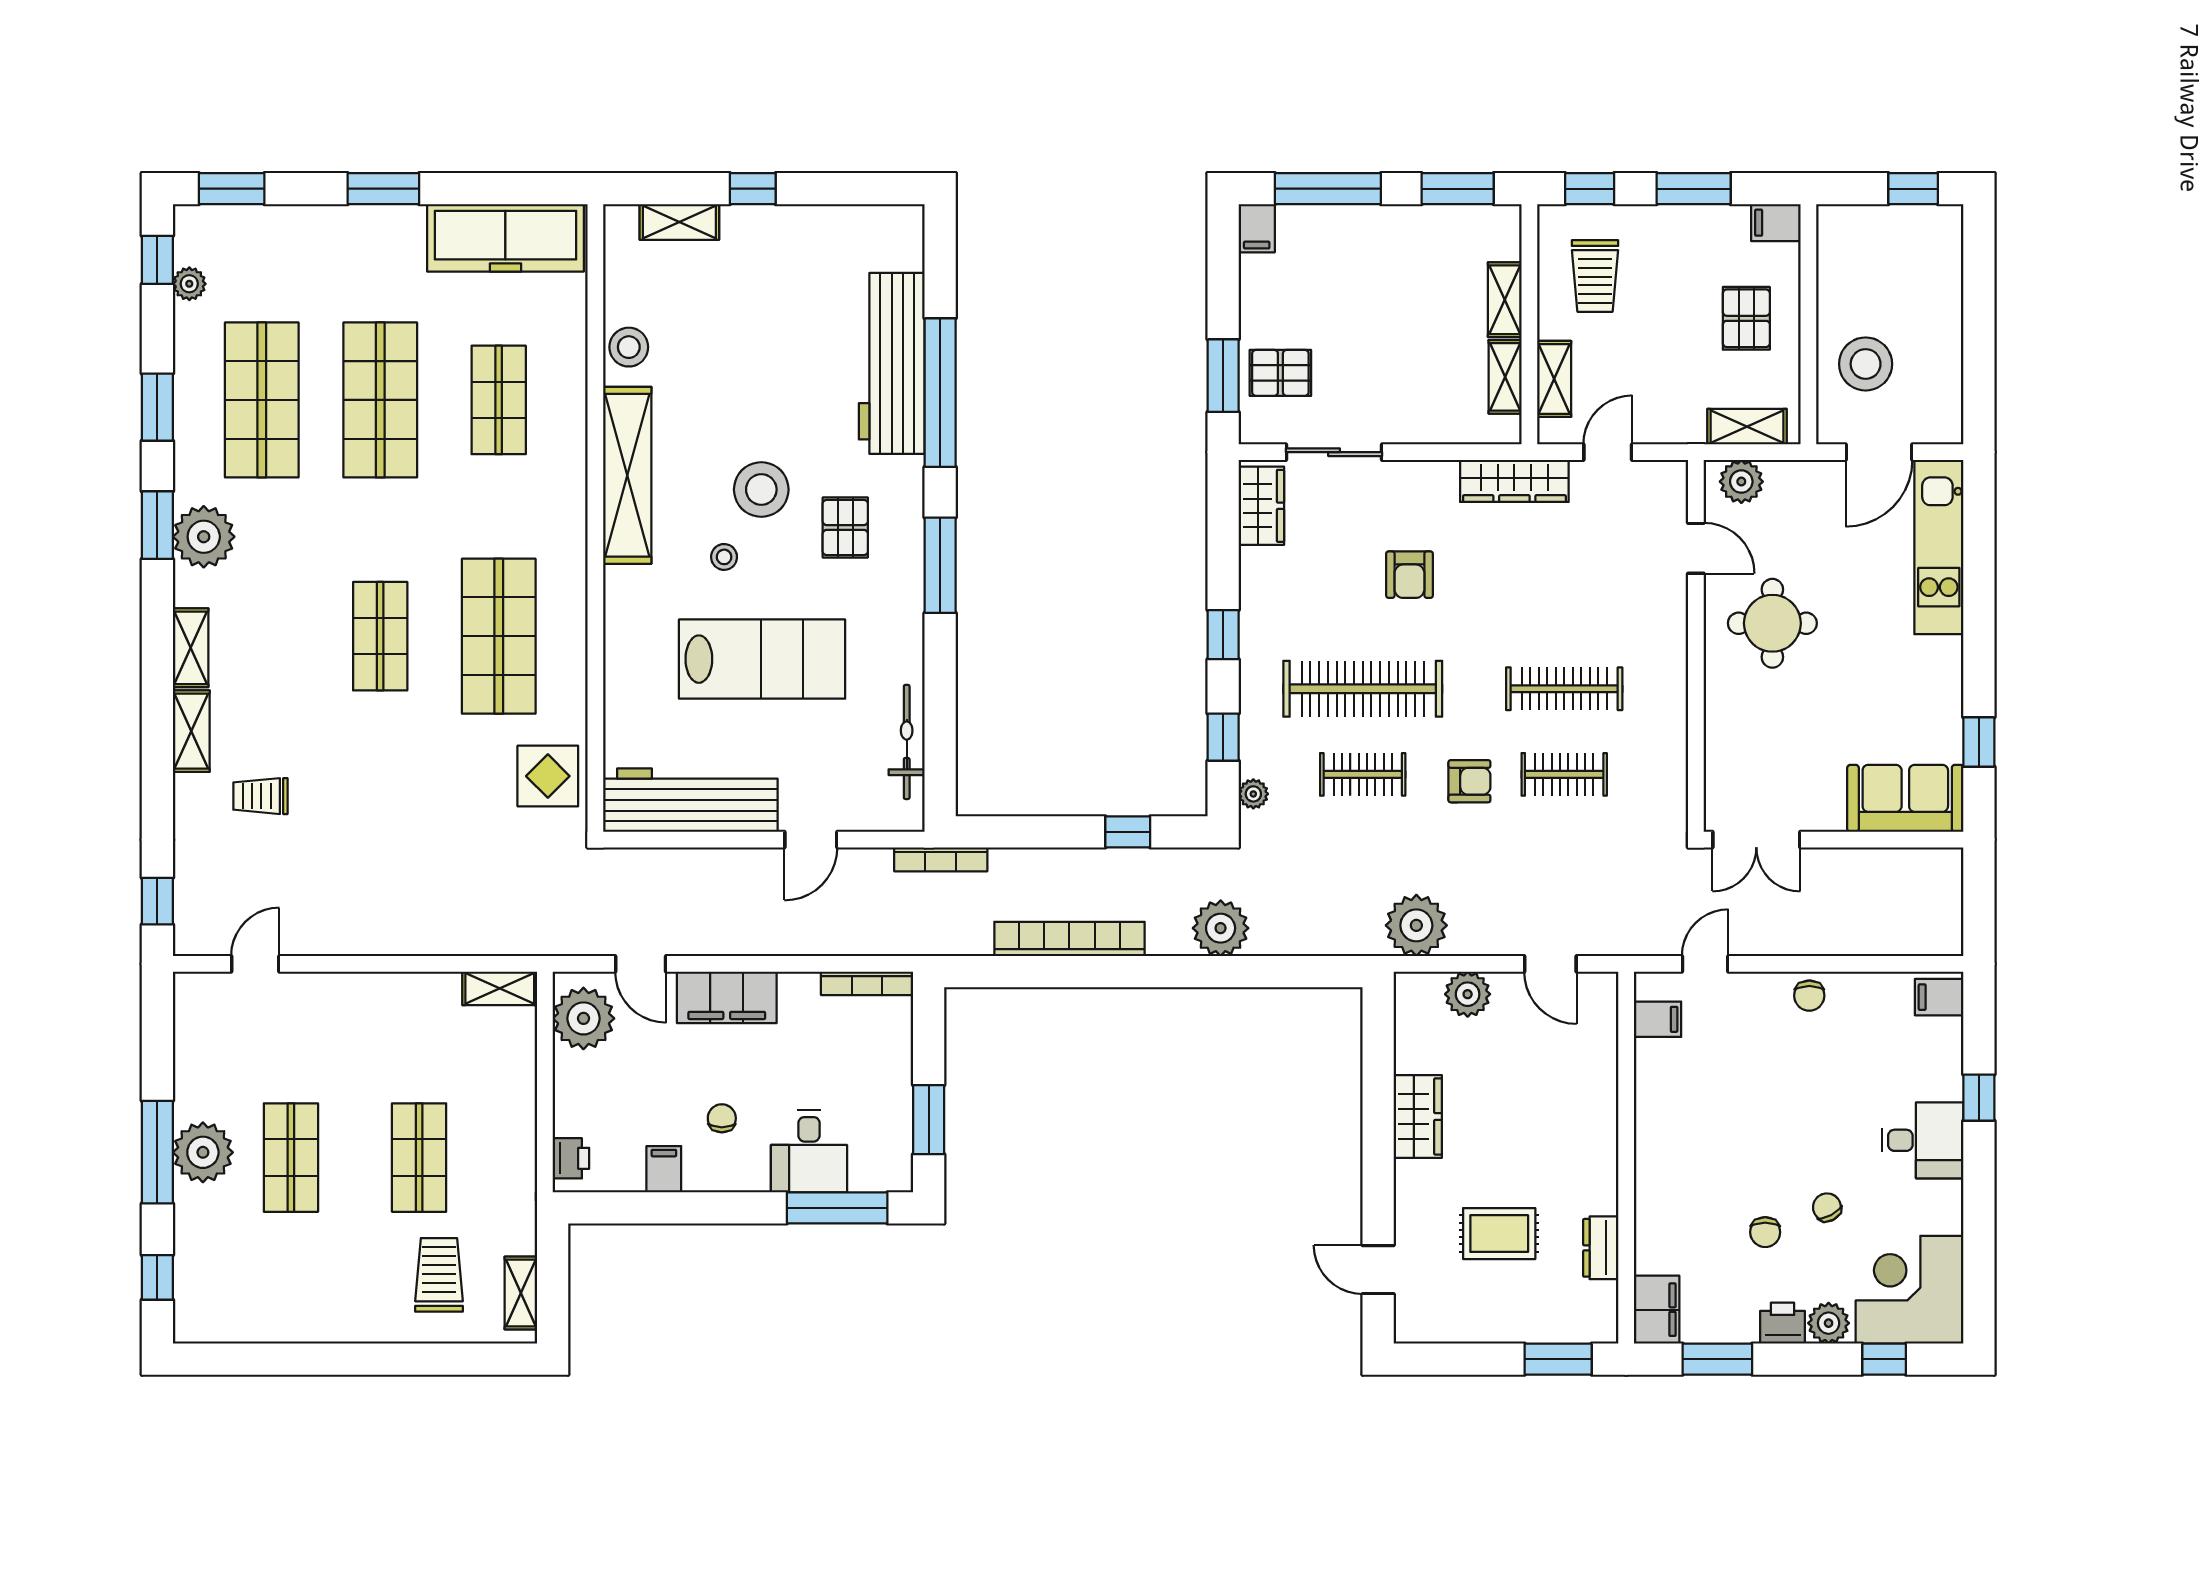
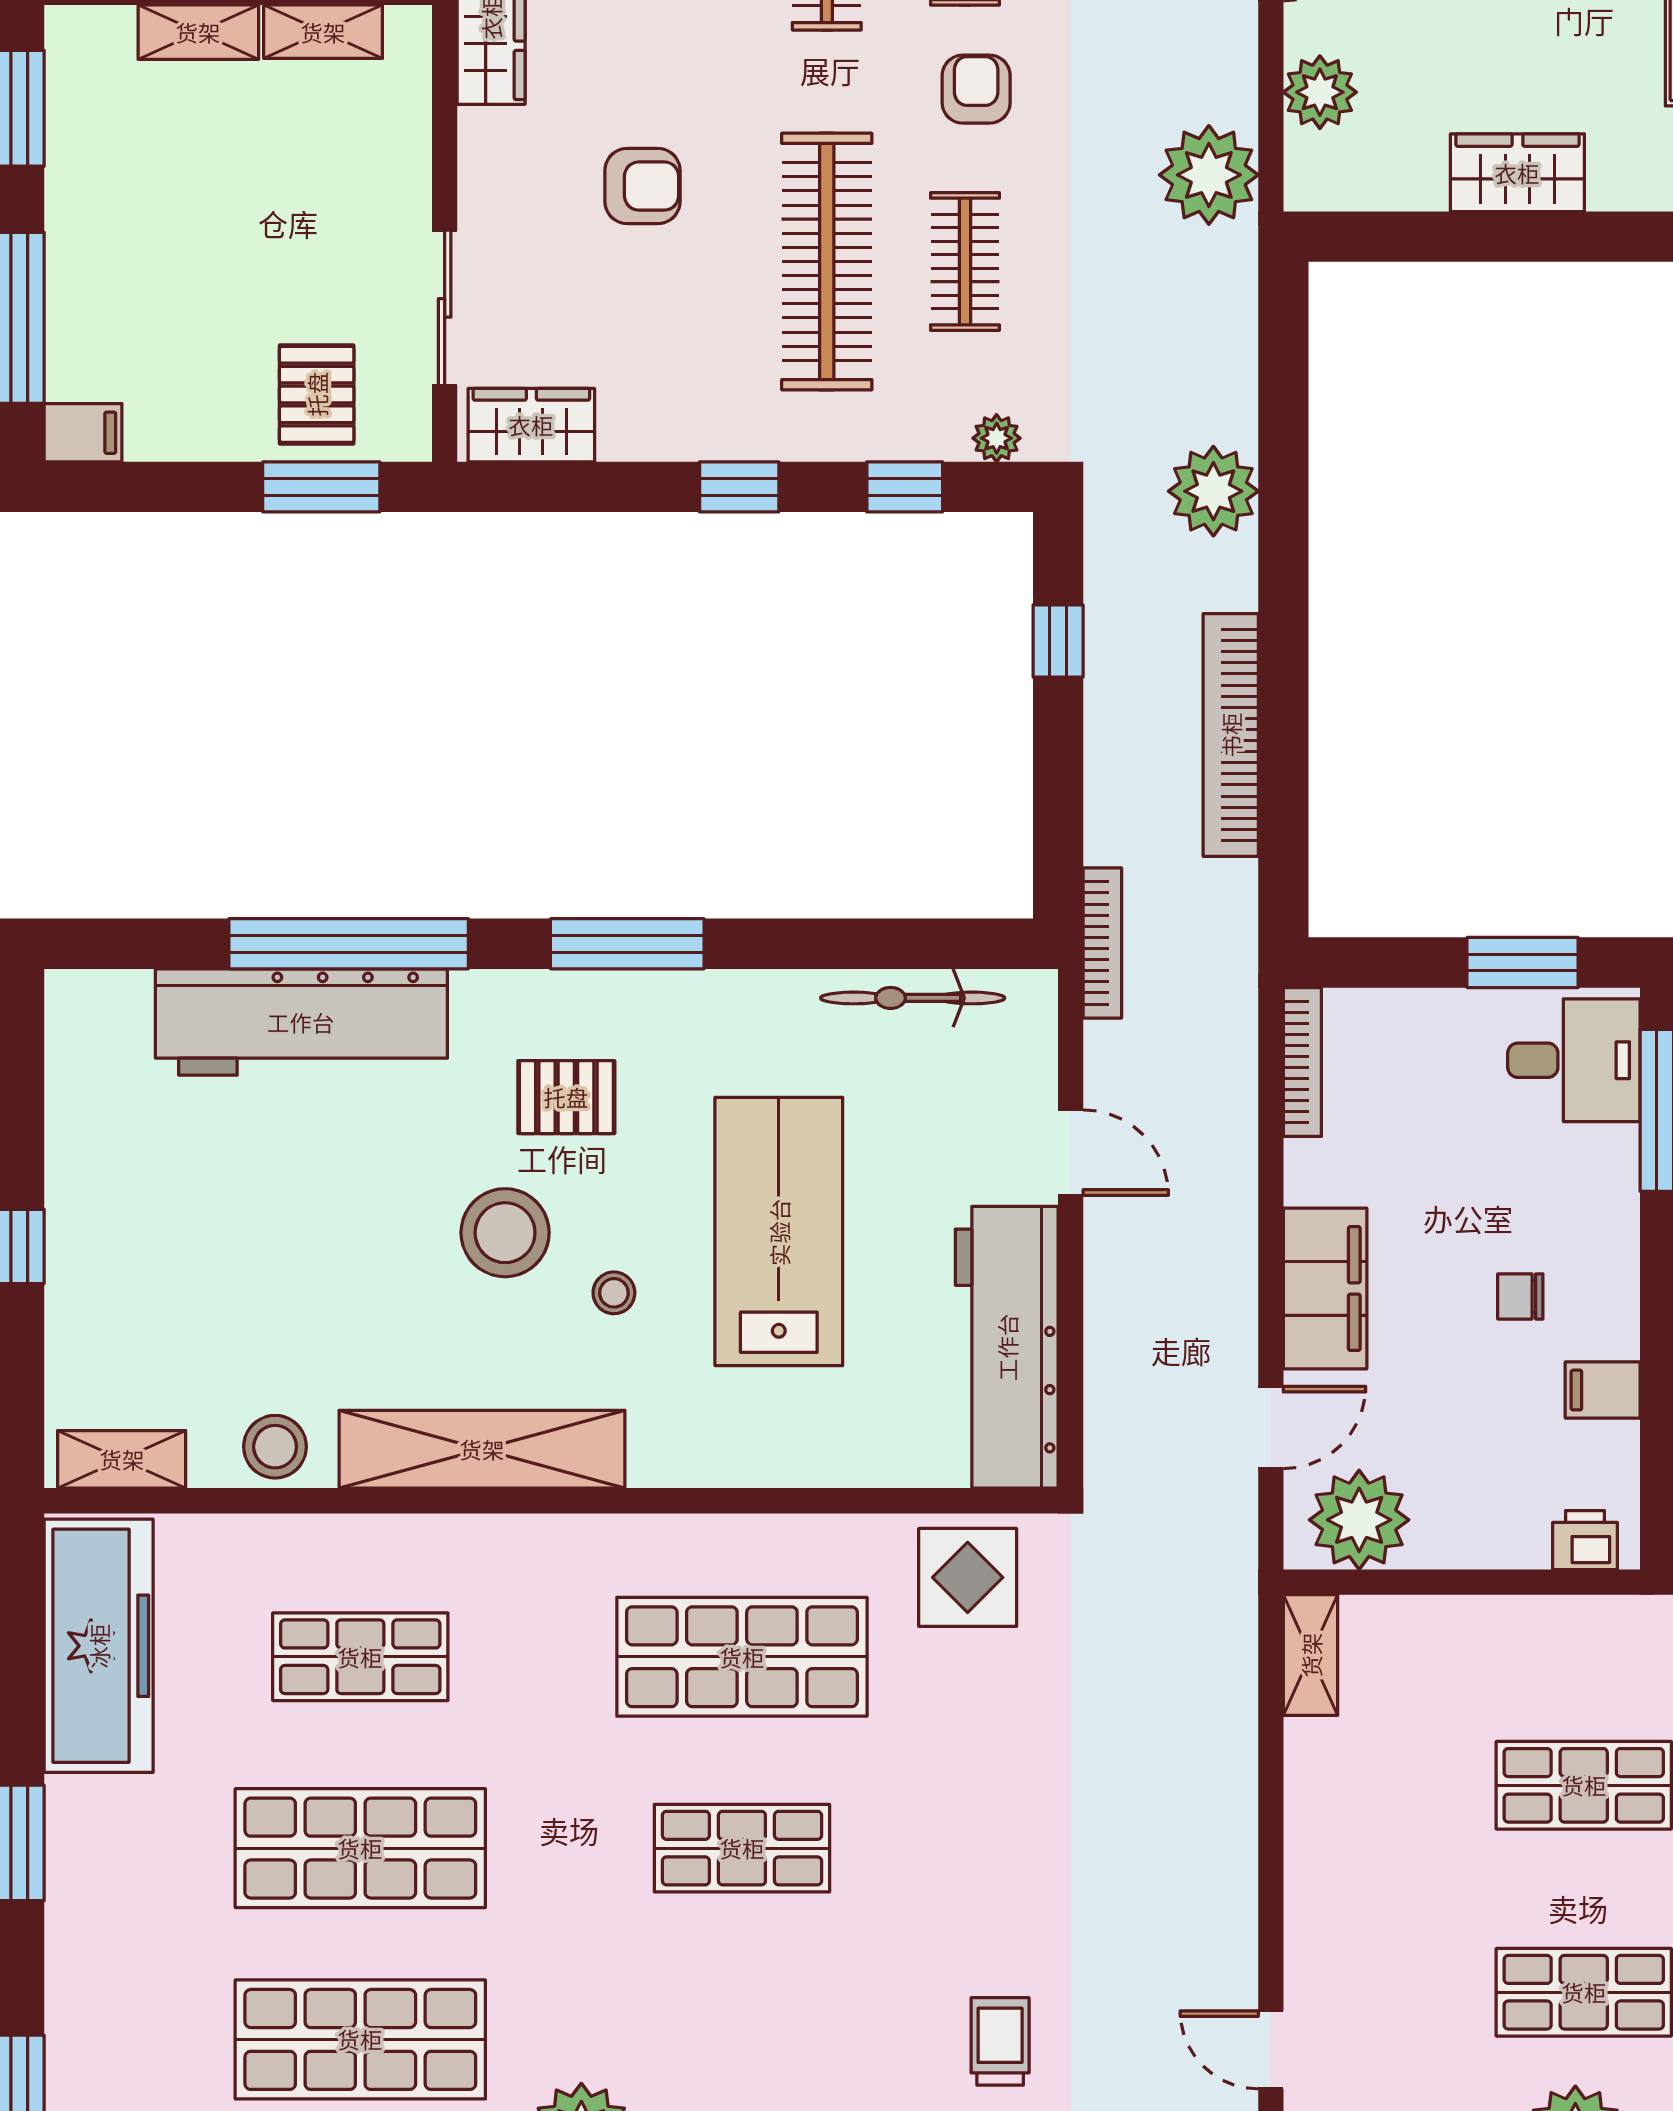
shelving: (679, 222) -> (122, 1459), moved, turned 90
trolley: (260, 796) -> (1000, 2041), turned 180
desk: (809, 1151) -> (1574, 1060), moved

